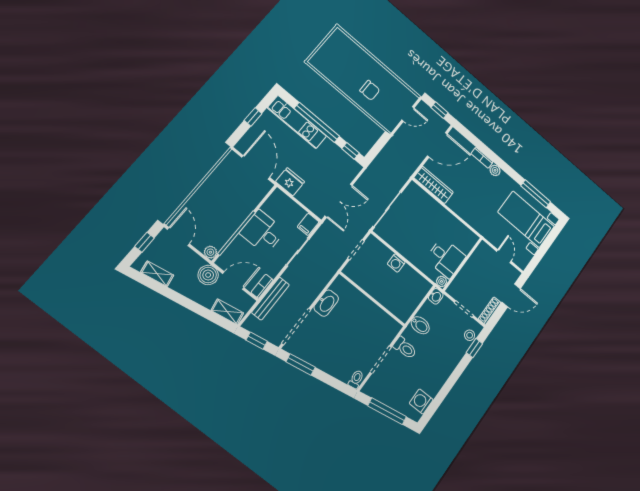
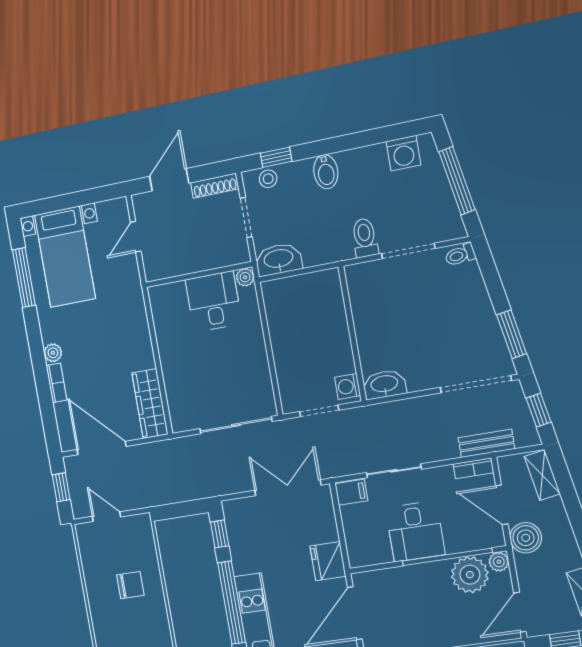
chair: (370, 90) -> (130, 585), turned 90
plant: (218, 234) -> (470, 575), added
washing machine: (396, 263) -> (347, 386), moved, turned 180
door: (511, 295) -> (169, 180), hinge flipped
washbasin: (436, 296) -> (279, 259), width x1.91, depth x1.45
bench: (270, 299) -> (486, 443), width x0.73
washbasin: (326, 303) -> (384, 384), moved
bidet: (420, 325) -> (326, 172), moved, turned 180

